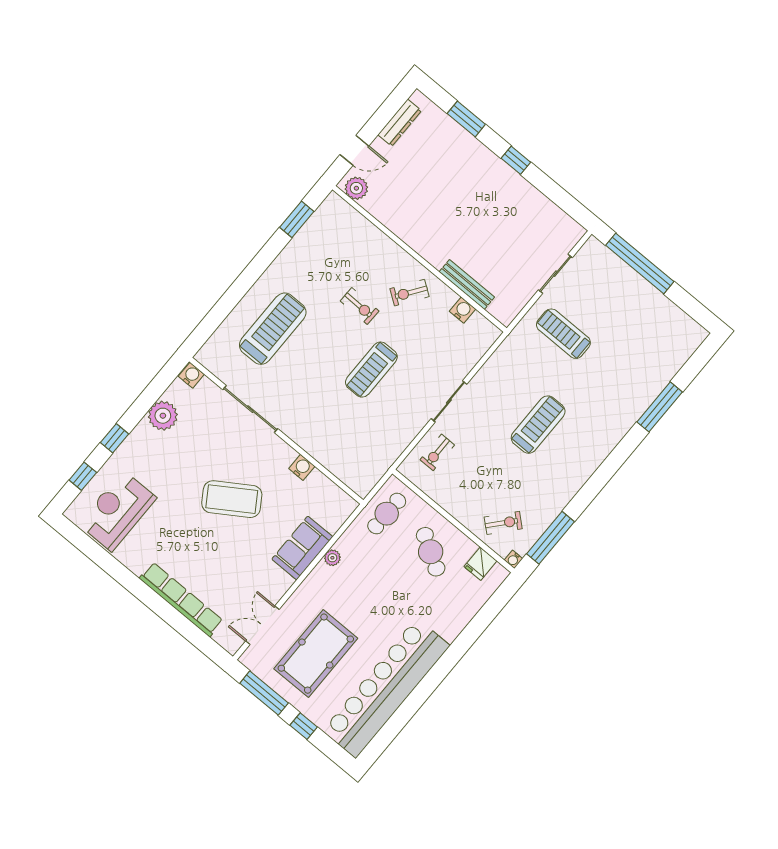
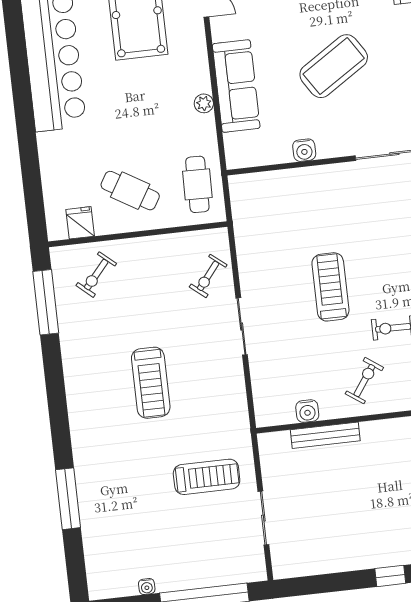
exercise bike: (437, 452) -> (208, 276), turned -141
sofa: (302, 548) -> (236, 86), width x1.36
water cooler: (514, 559) -> (147, 587), moved, turned 180

